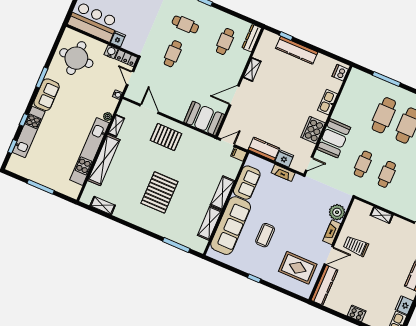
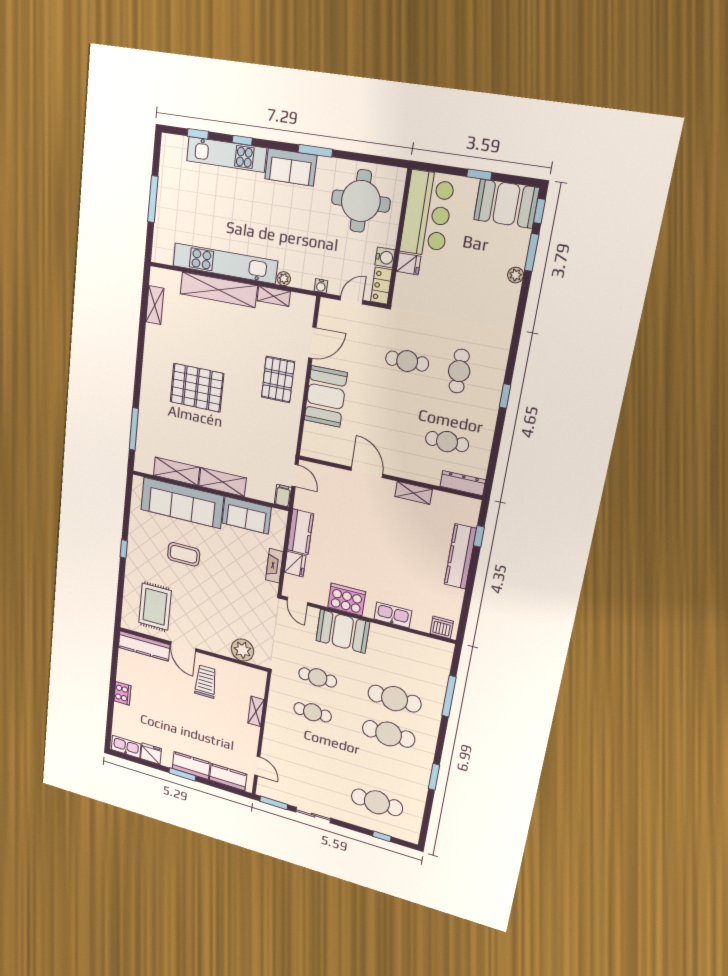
booth: (204, 118) -> (326, 396), moved
fireplace: (332, 232) -> (214, 647), removed

